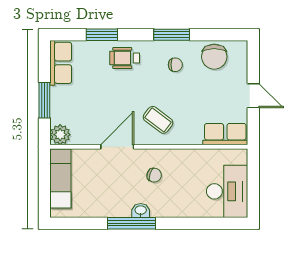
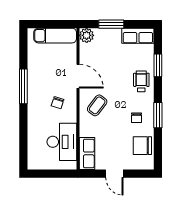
door: (253, 96) -> (114, 174), hinge flipped
desk: (227, 191) -> (62, 142), moved, turned -90
washbasin: (141, 211) -> (32, 93), removed

